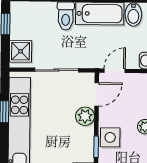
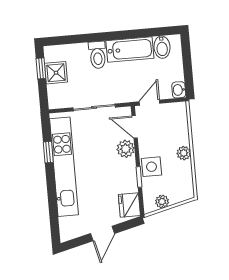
shower: (21, 51) -> (56, 73), moved
door: (97, 94) -> (135, 127), swing flipped

